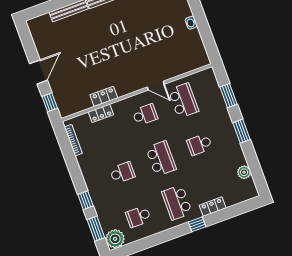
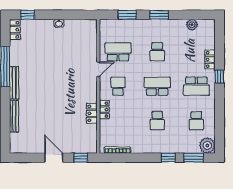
locker: (101, 113) -> (104, 110), moved
school desk: (122, 173) -> (157, 121), turned 180

